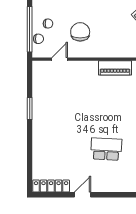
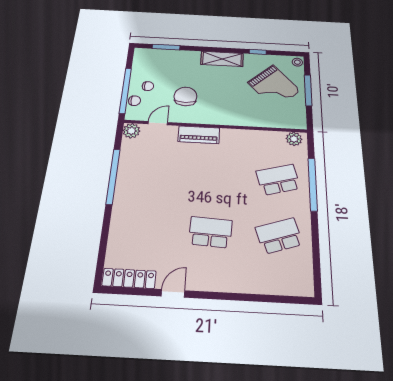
plant: (39, 67) -> (131, 131), added
piano: (115, 68) -> (199, 135), moved
window: (30, 109) -> (113, 176), width x2.11

